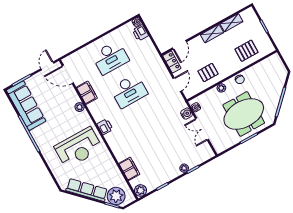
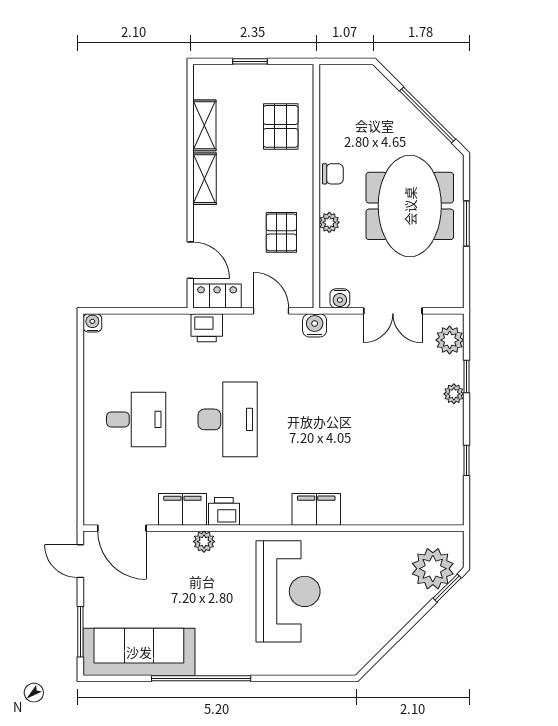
printer: (140, 33) -> (207, 328), moved
desk: (110, 58) -> (136, 419), width x0.73
door: (68, 74) -> (122, 528), hinge flipped
water cooler: (186, 114) -> (315, 325), moved
printer: (105, 127) -> (224, 511), moved
filing cabinet: (129, 169) -> (316, 509), moved
row of seats: (87, 190) -> (386, 623), removed
plant: (140, 190) -> (450, 340), moved

